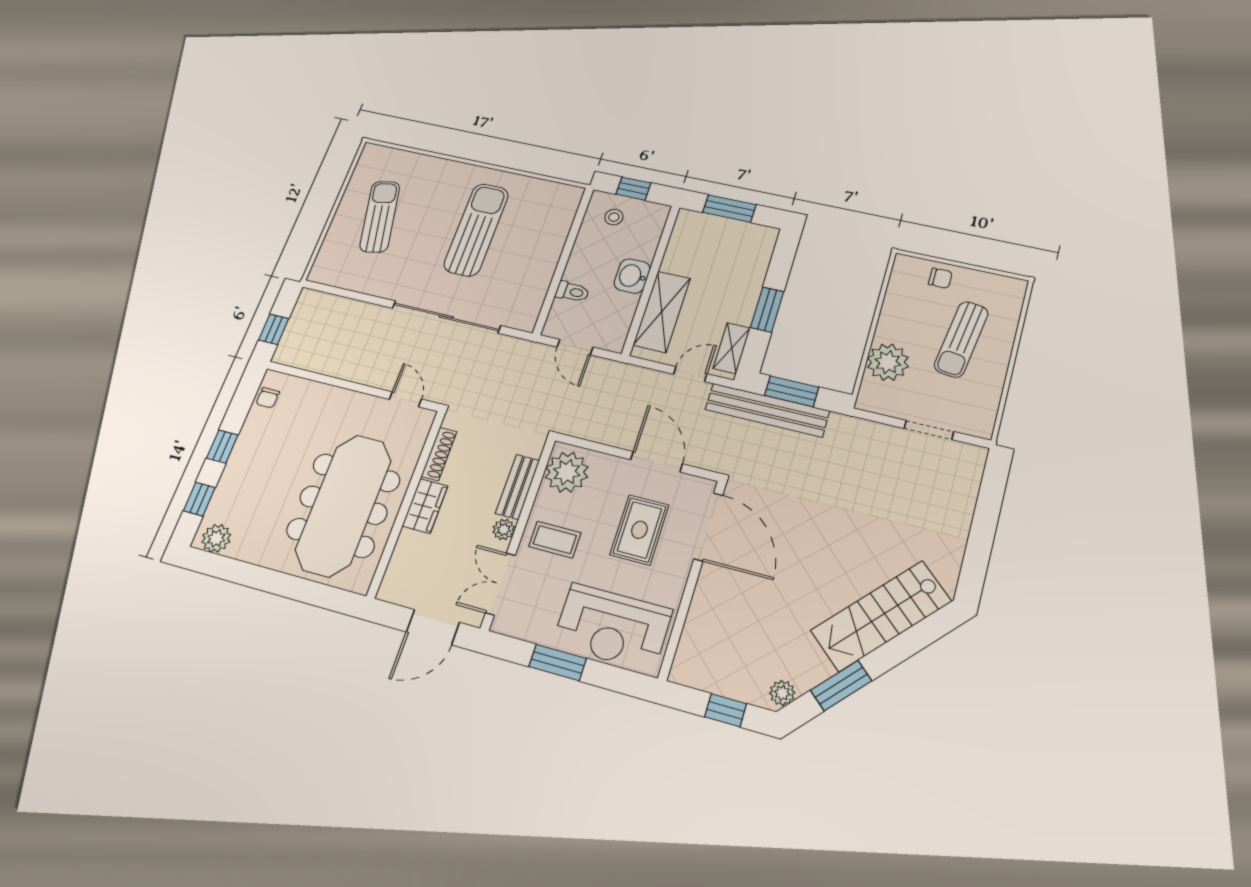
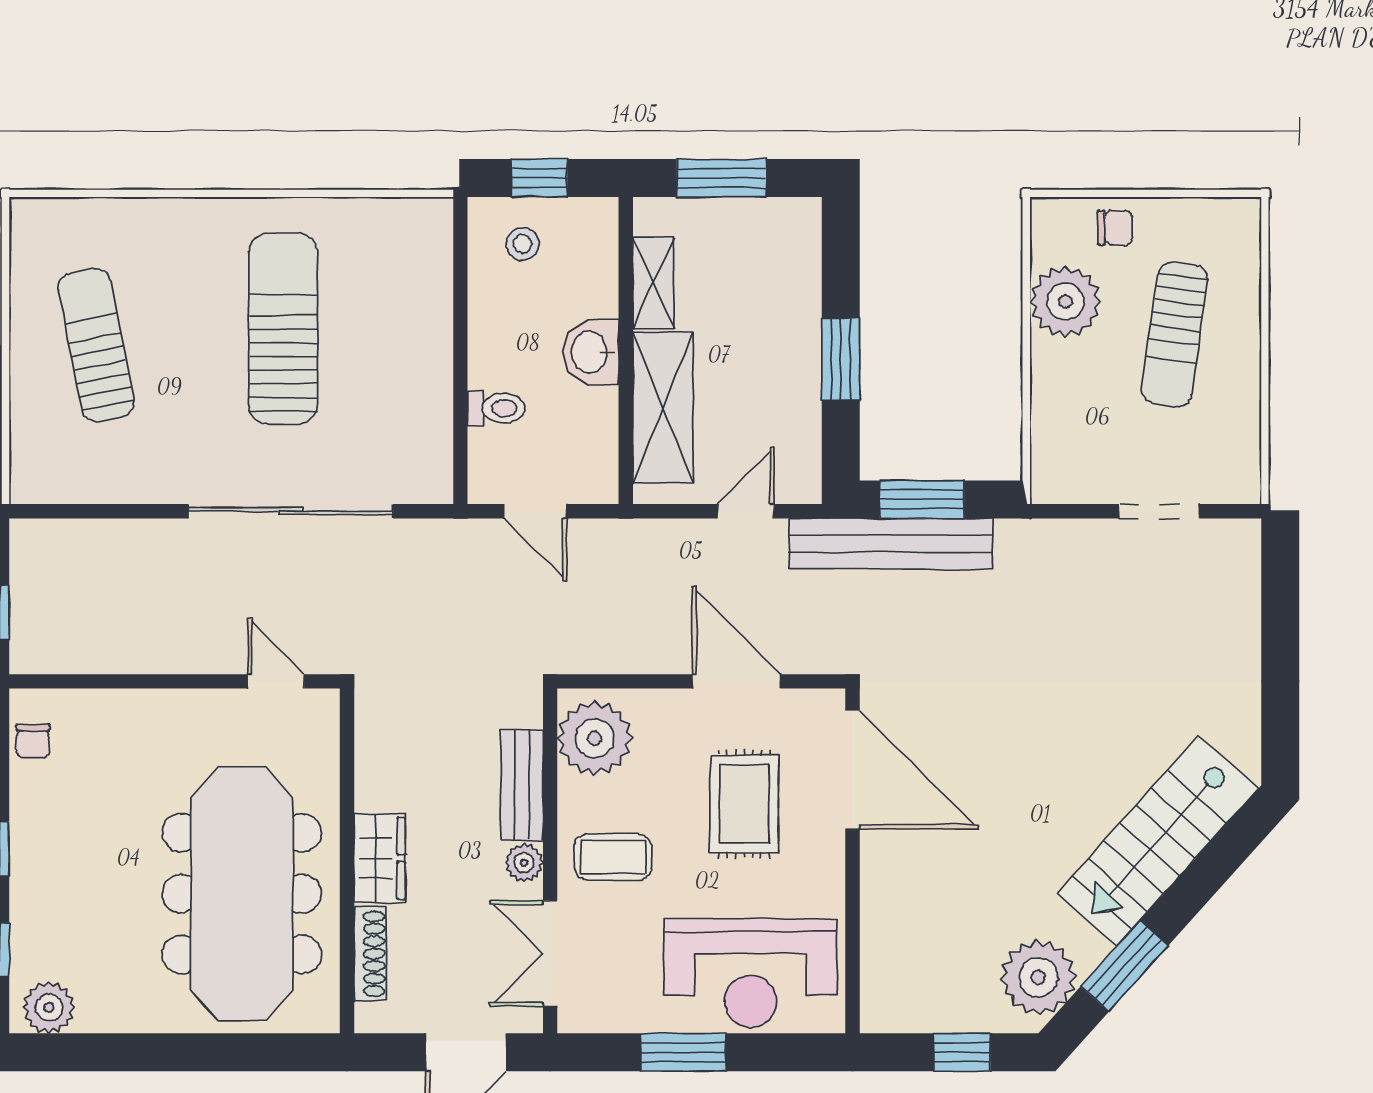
shelving: (732, 348) -> (653, 283), moved
plant: (888, 362) -> (1065, 302), moved
shoe rack: (439, 454) -> (370, 954), moved
plant: (782, 693) -> (1038, 977), width x1.88, depth x1.88

